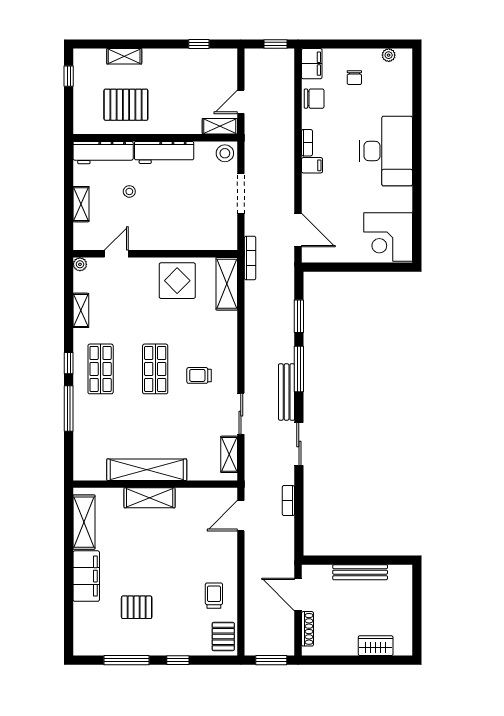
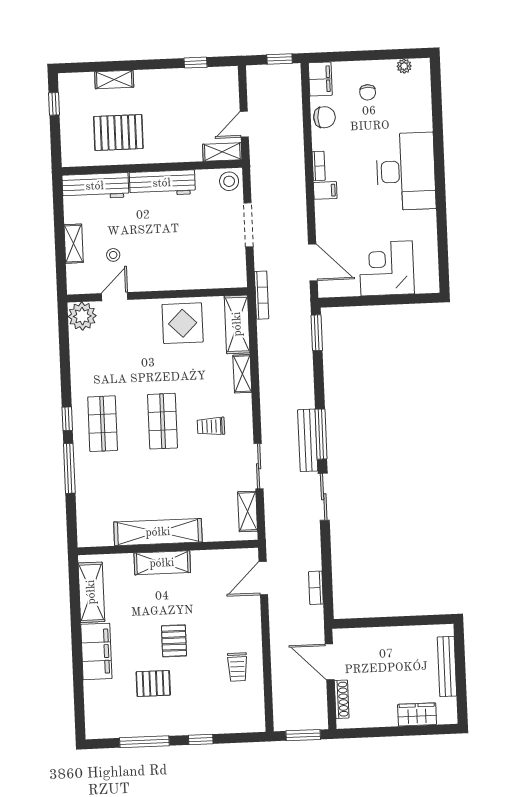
stool: (129, 191) -> (113, 255), moved
corner desk: (388, 237) -> (387, 268), moved, turned 90
plant: (80, 264) -> (82, 316), width x1.88, depth x1.88
shelving: (81, 310) -> (242, 374), moved
window: (299, 316) -> (317, 333), moved
window: (299, 369) -> (321, 434), moved
bookcase: (288, 501) -> (316, 588), moved
bench: (360, 572) -> (447, 666), moved, turned 90
trolley: (214, 596) -> (237, 667), turned 180
pallet: (223, 637) -> (174, 641), moved

